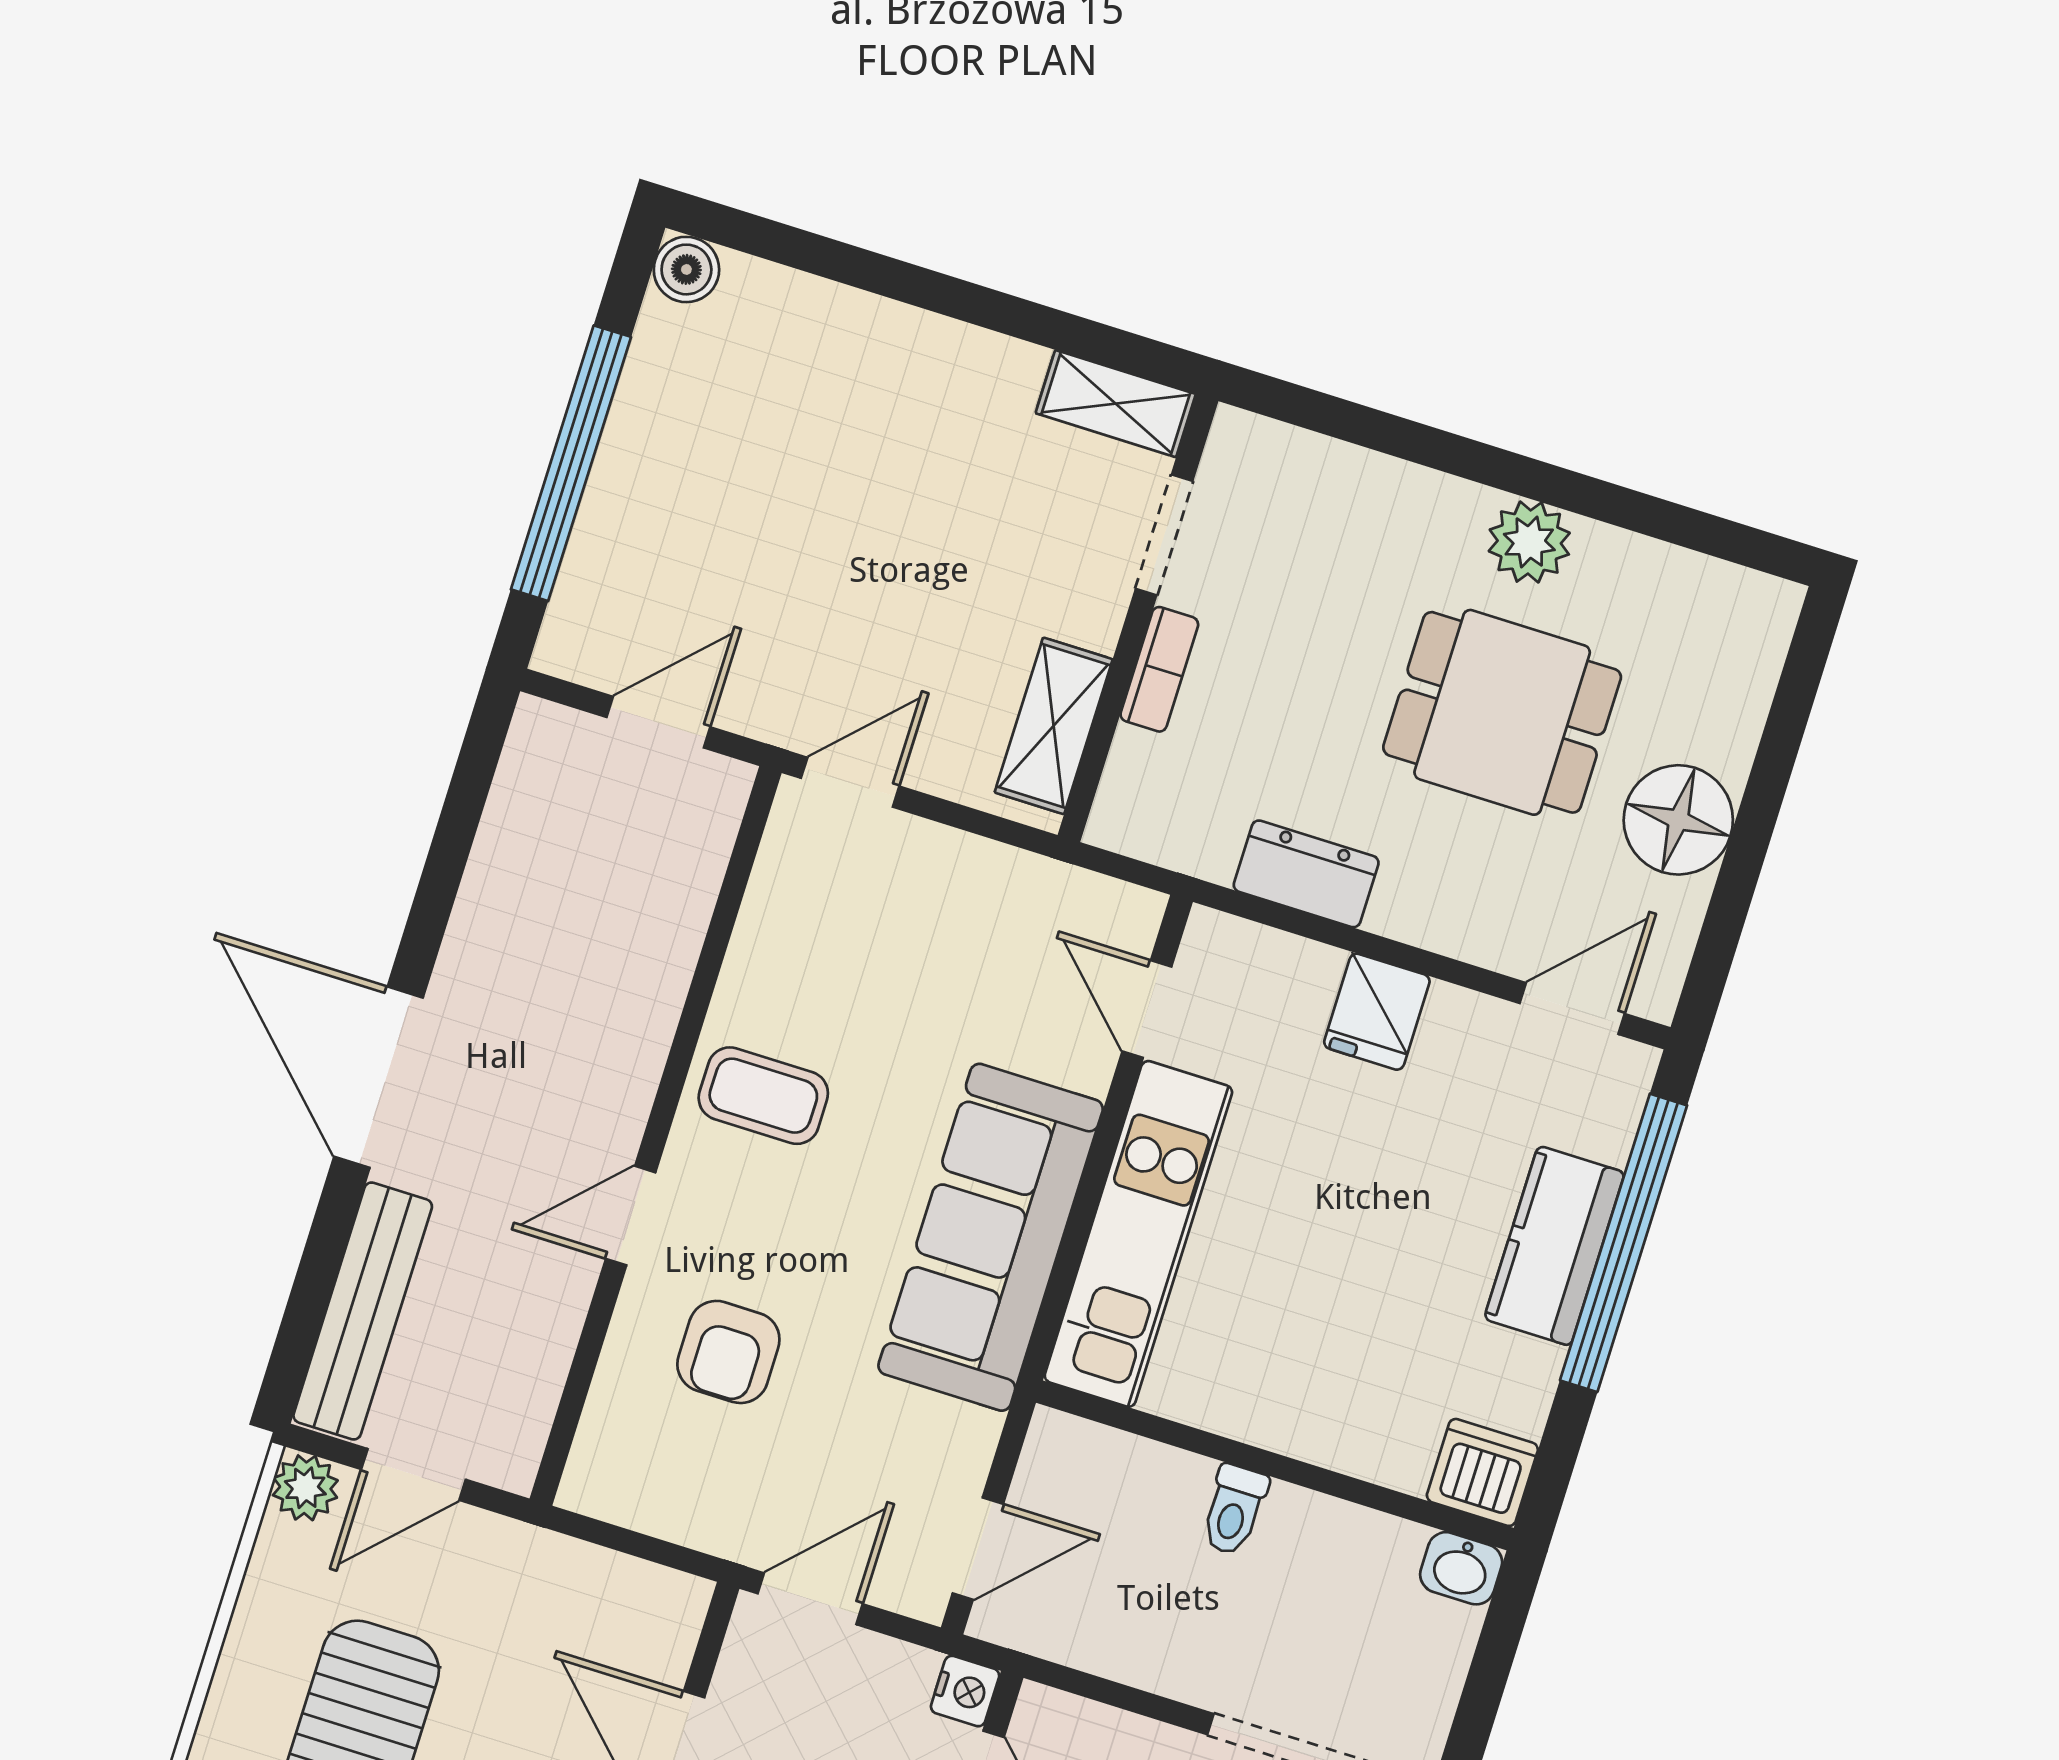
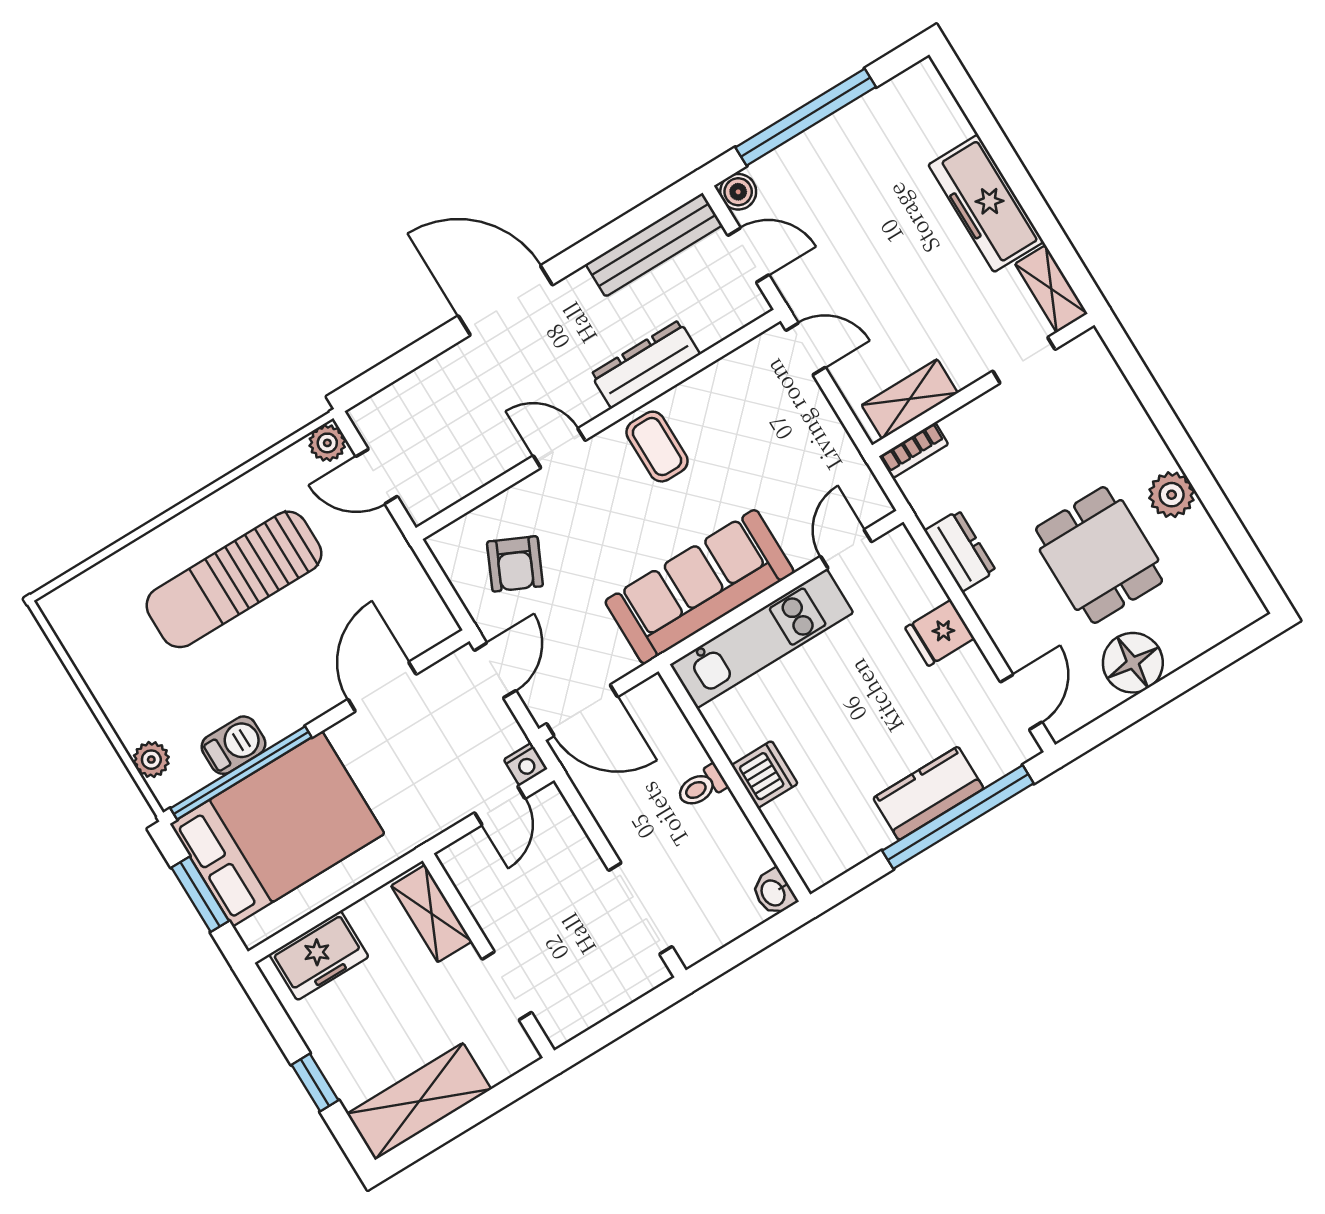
boiler: (686, 269) -> (738, 192), moved
freezer: (923, 365) -> (986, 203), added
bookcase: (1159, 669) -> (914, 450), moved
dresser: (648, 996) -> (645, 364), added
door: (1572, 1009) -> (1021, 702), hinge flipped
door: (379, 1077) -> (505, 300), hinge flipped
bench: (363, 1311) -> (654, 245), moved
armchair: (728, 1352) -> (515, 564), moved, turned -65
dishwasher: (1482, 1472) -> (765, 774), moved
door: (978, 1549) -> (582, 710), width x1.38
door: (810, 1599) -> (495, 670), hinge flipped

